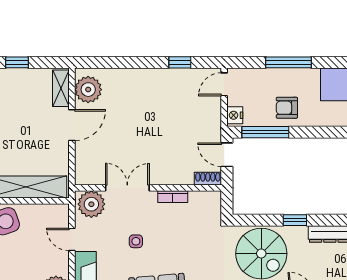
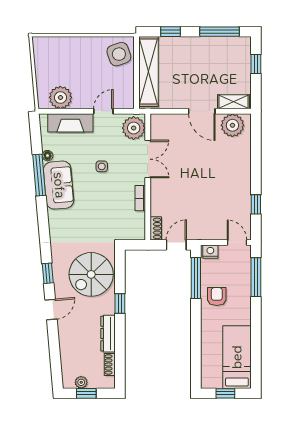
window: (289, 62) -> (256, 277), moved

